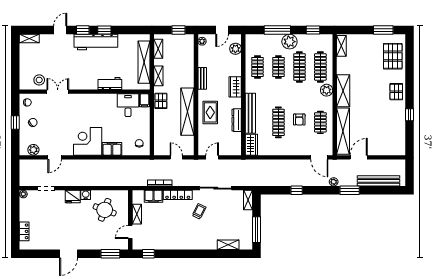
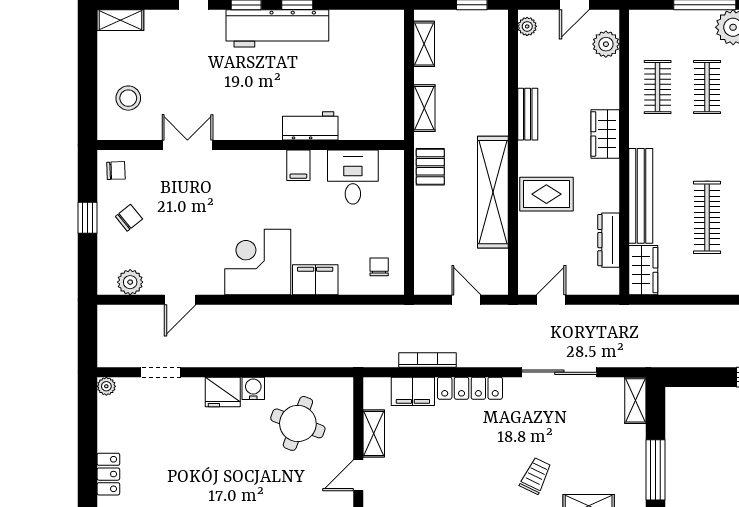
shelving: (144, 62) -> (391, 76), removed
stool: (39, 80) -> (128, 98), moved
filing cabinet: (144, 100) -> (298, 165), moved
rug: (210, 112) -> (546, 194), turned 90
dresser: (237, 120) -> (609, 240), moved
trolley: (199, 211) -> (536, 476), moved

